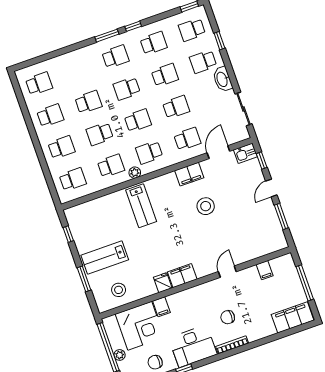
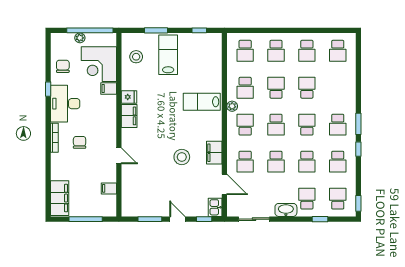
school desk: (88, 102) -> (307, 88), turned 180

